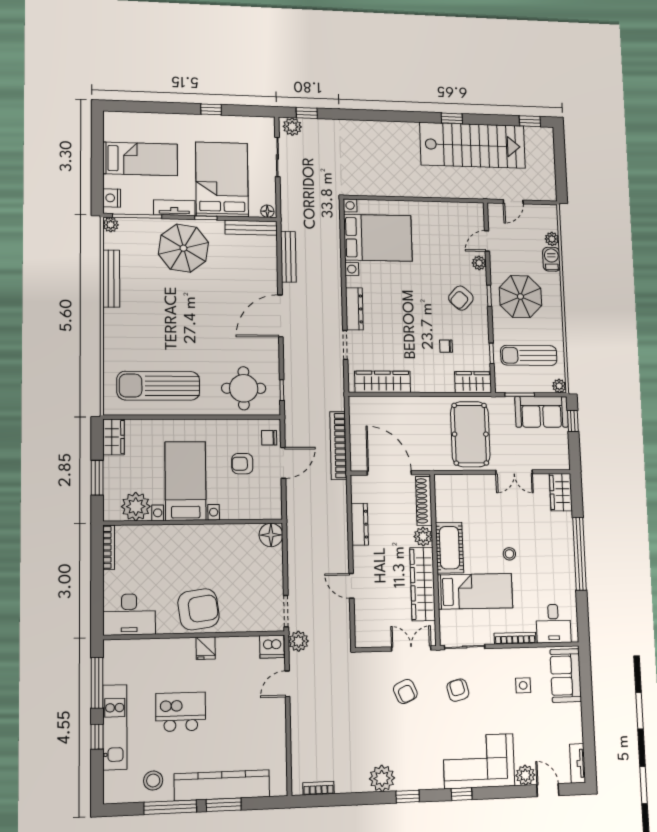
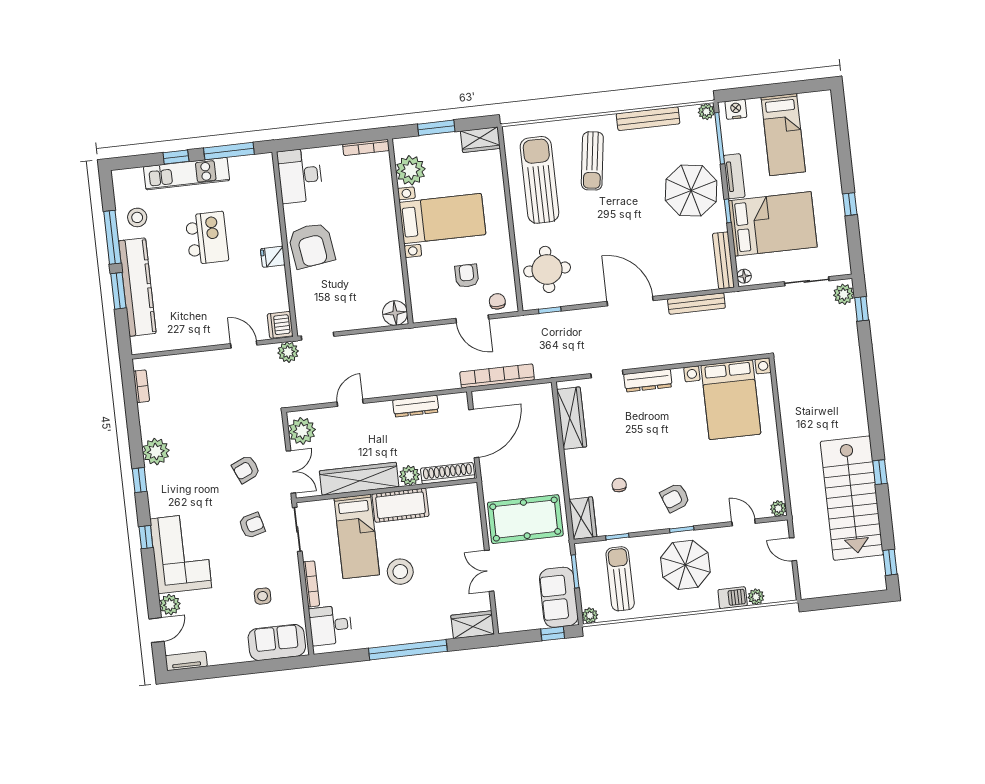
plant: (479, 263) -> (778, 508), moved
armchair: (461, 298) -> (675, 498), turned -63
sun lounger: (146, 335) -> (592, 161), added
stool: (509, 554) -> (400, 572), width x1.89, depth x1.89
plant: (374, 634) -> (302, 431), added

